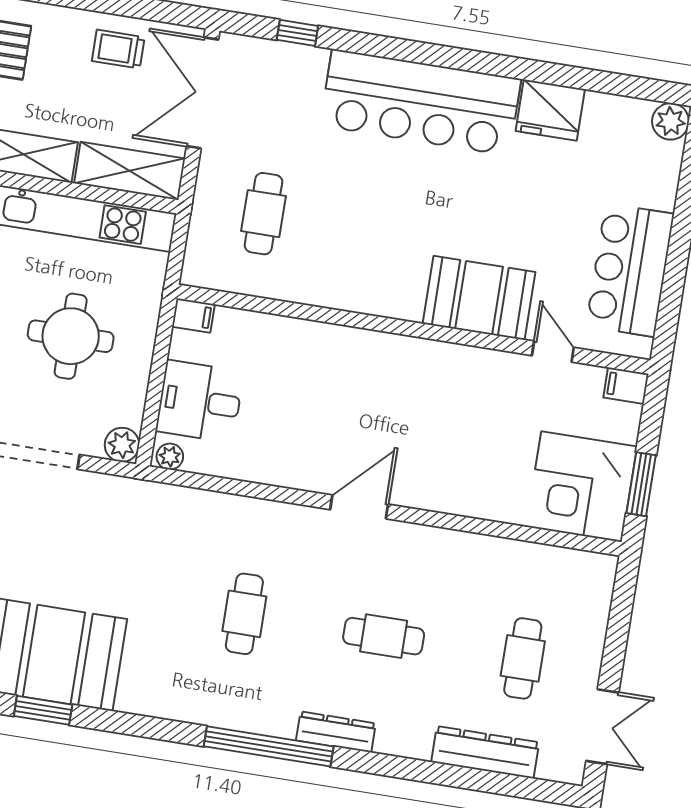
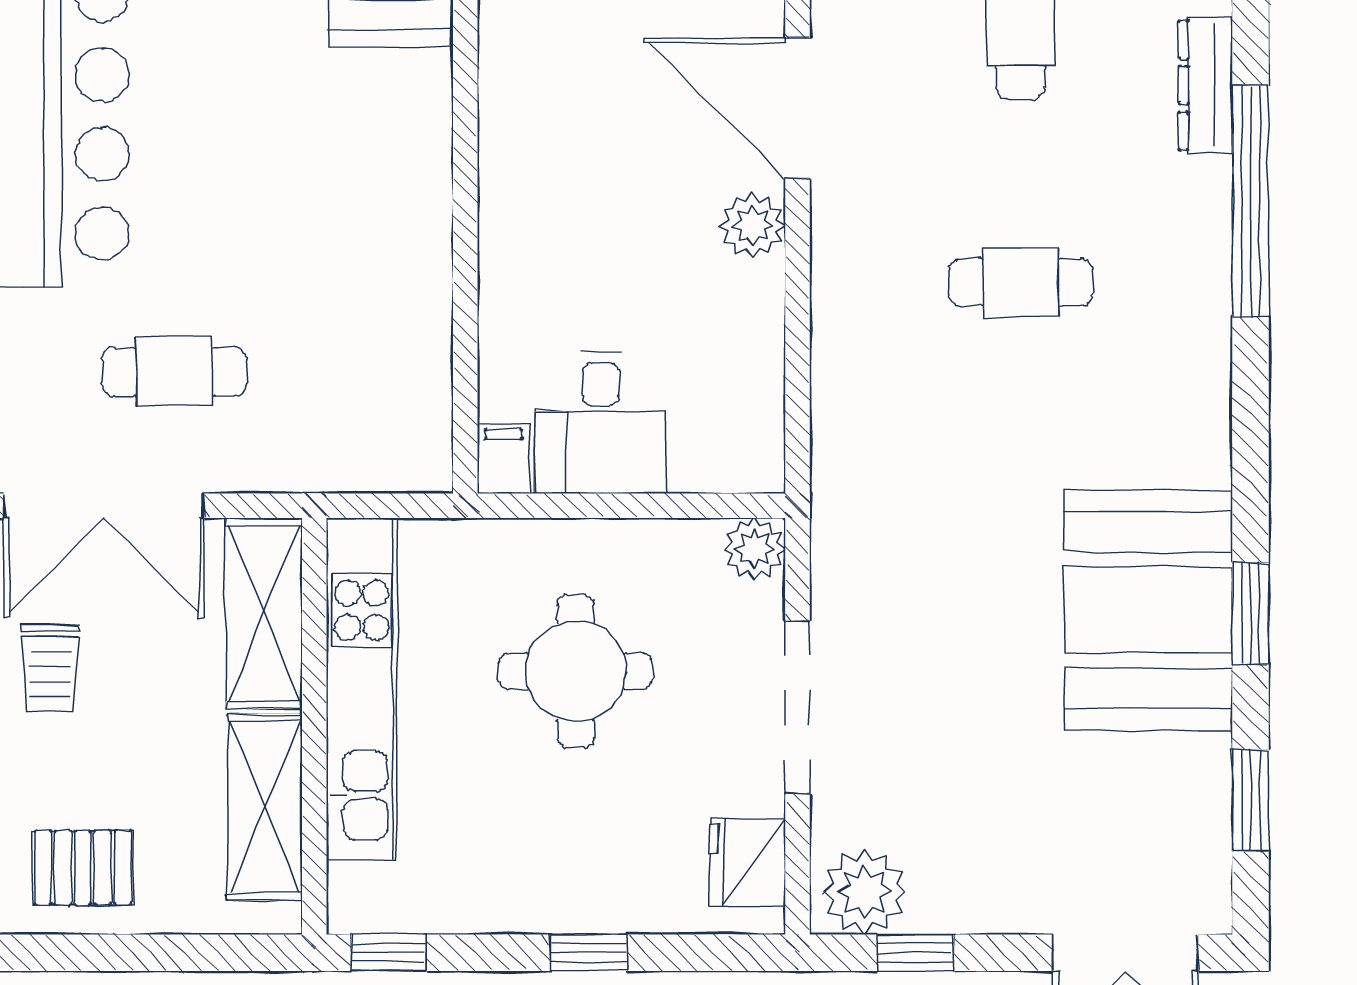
cafe table: (263, 214) -> (175, 372), moved
desk: (200, 401) -> (601, 423), moved
plant: (170, 457) -> (753, 225), moved, width x1.38, depth x1.38
door: (359, 507) -> (797, 108), width x1.36

